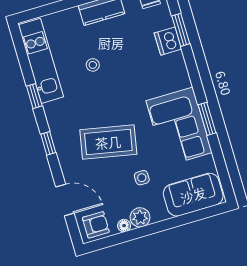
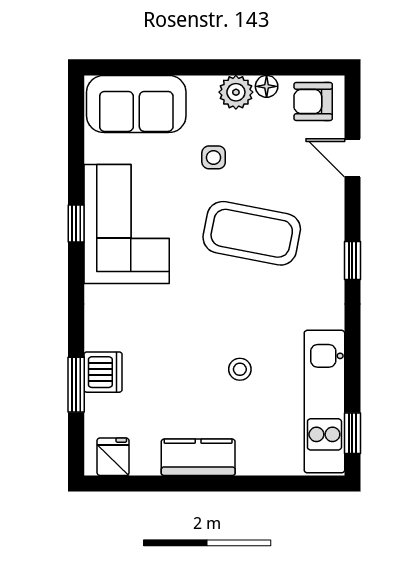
window: (34, 96) -> (352, 433), moved
window: (207, 119) -> (76, 224), width x0.67
door: (65, 200) -> (352, 158), width x0.73

